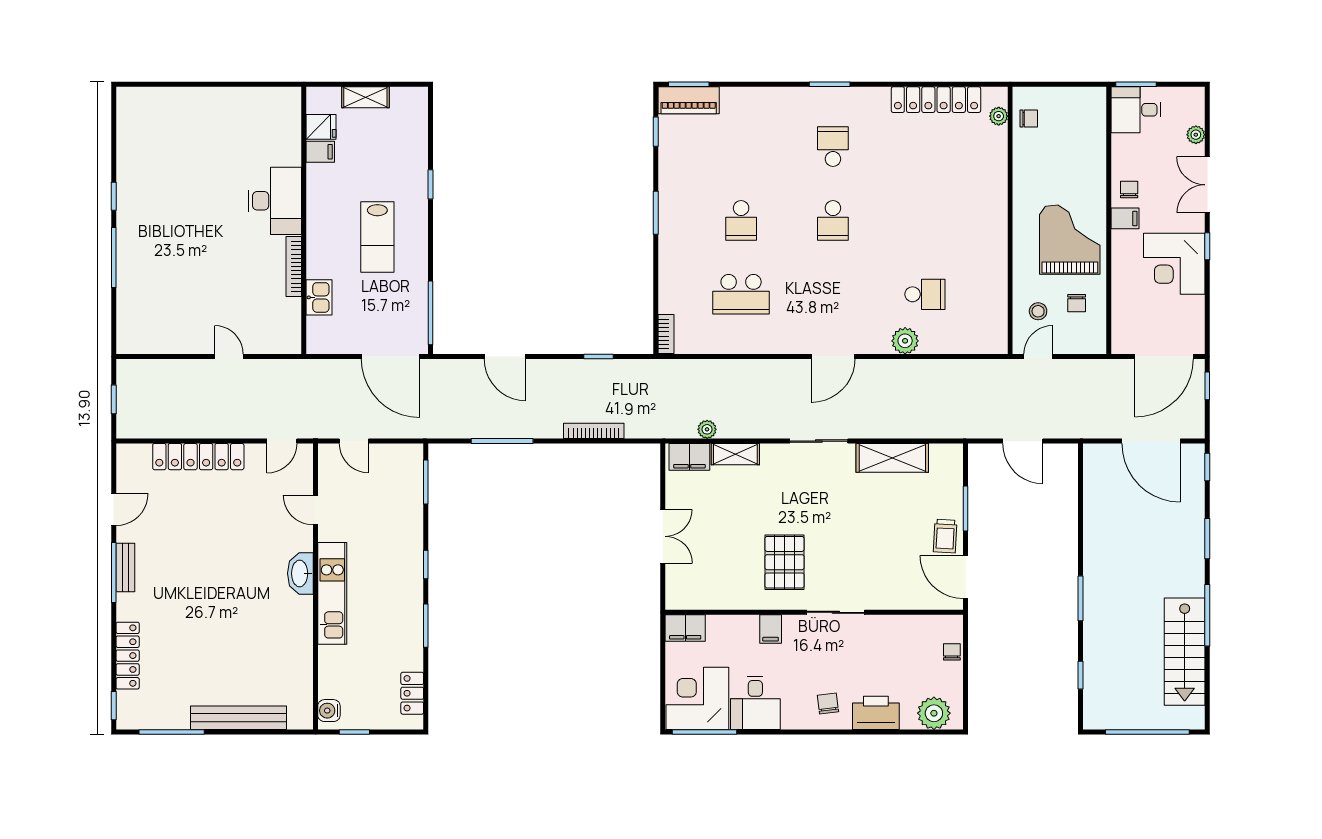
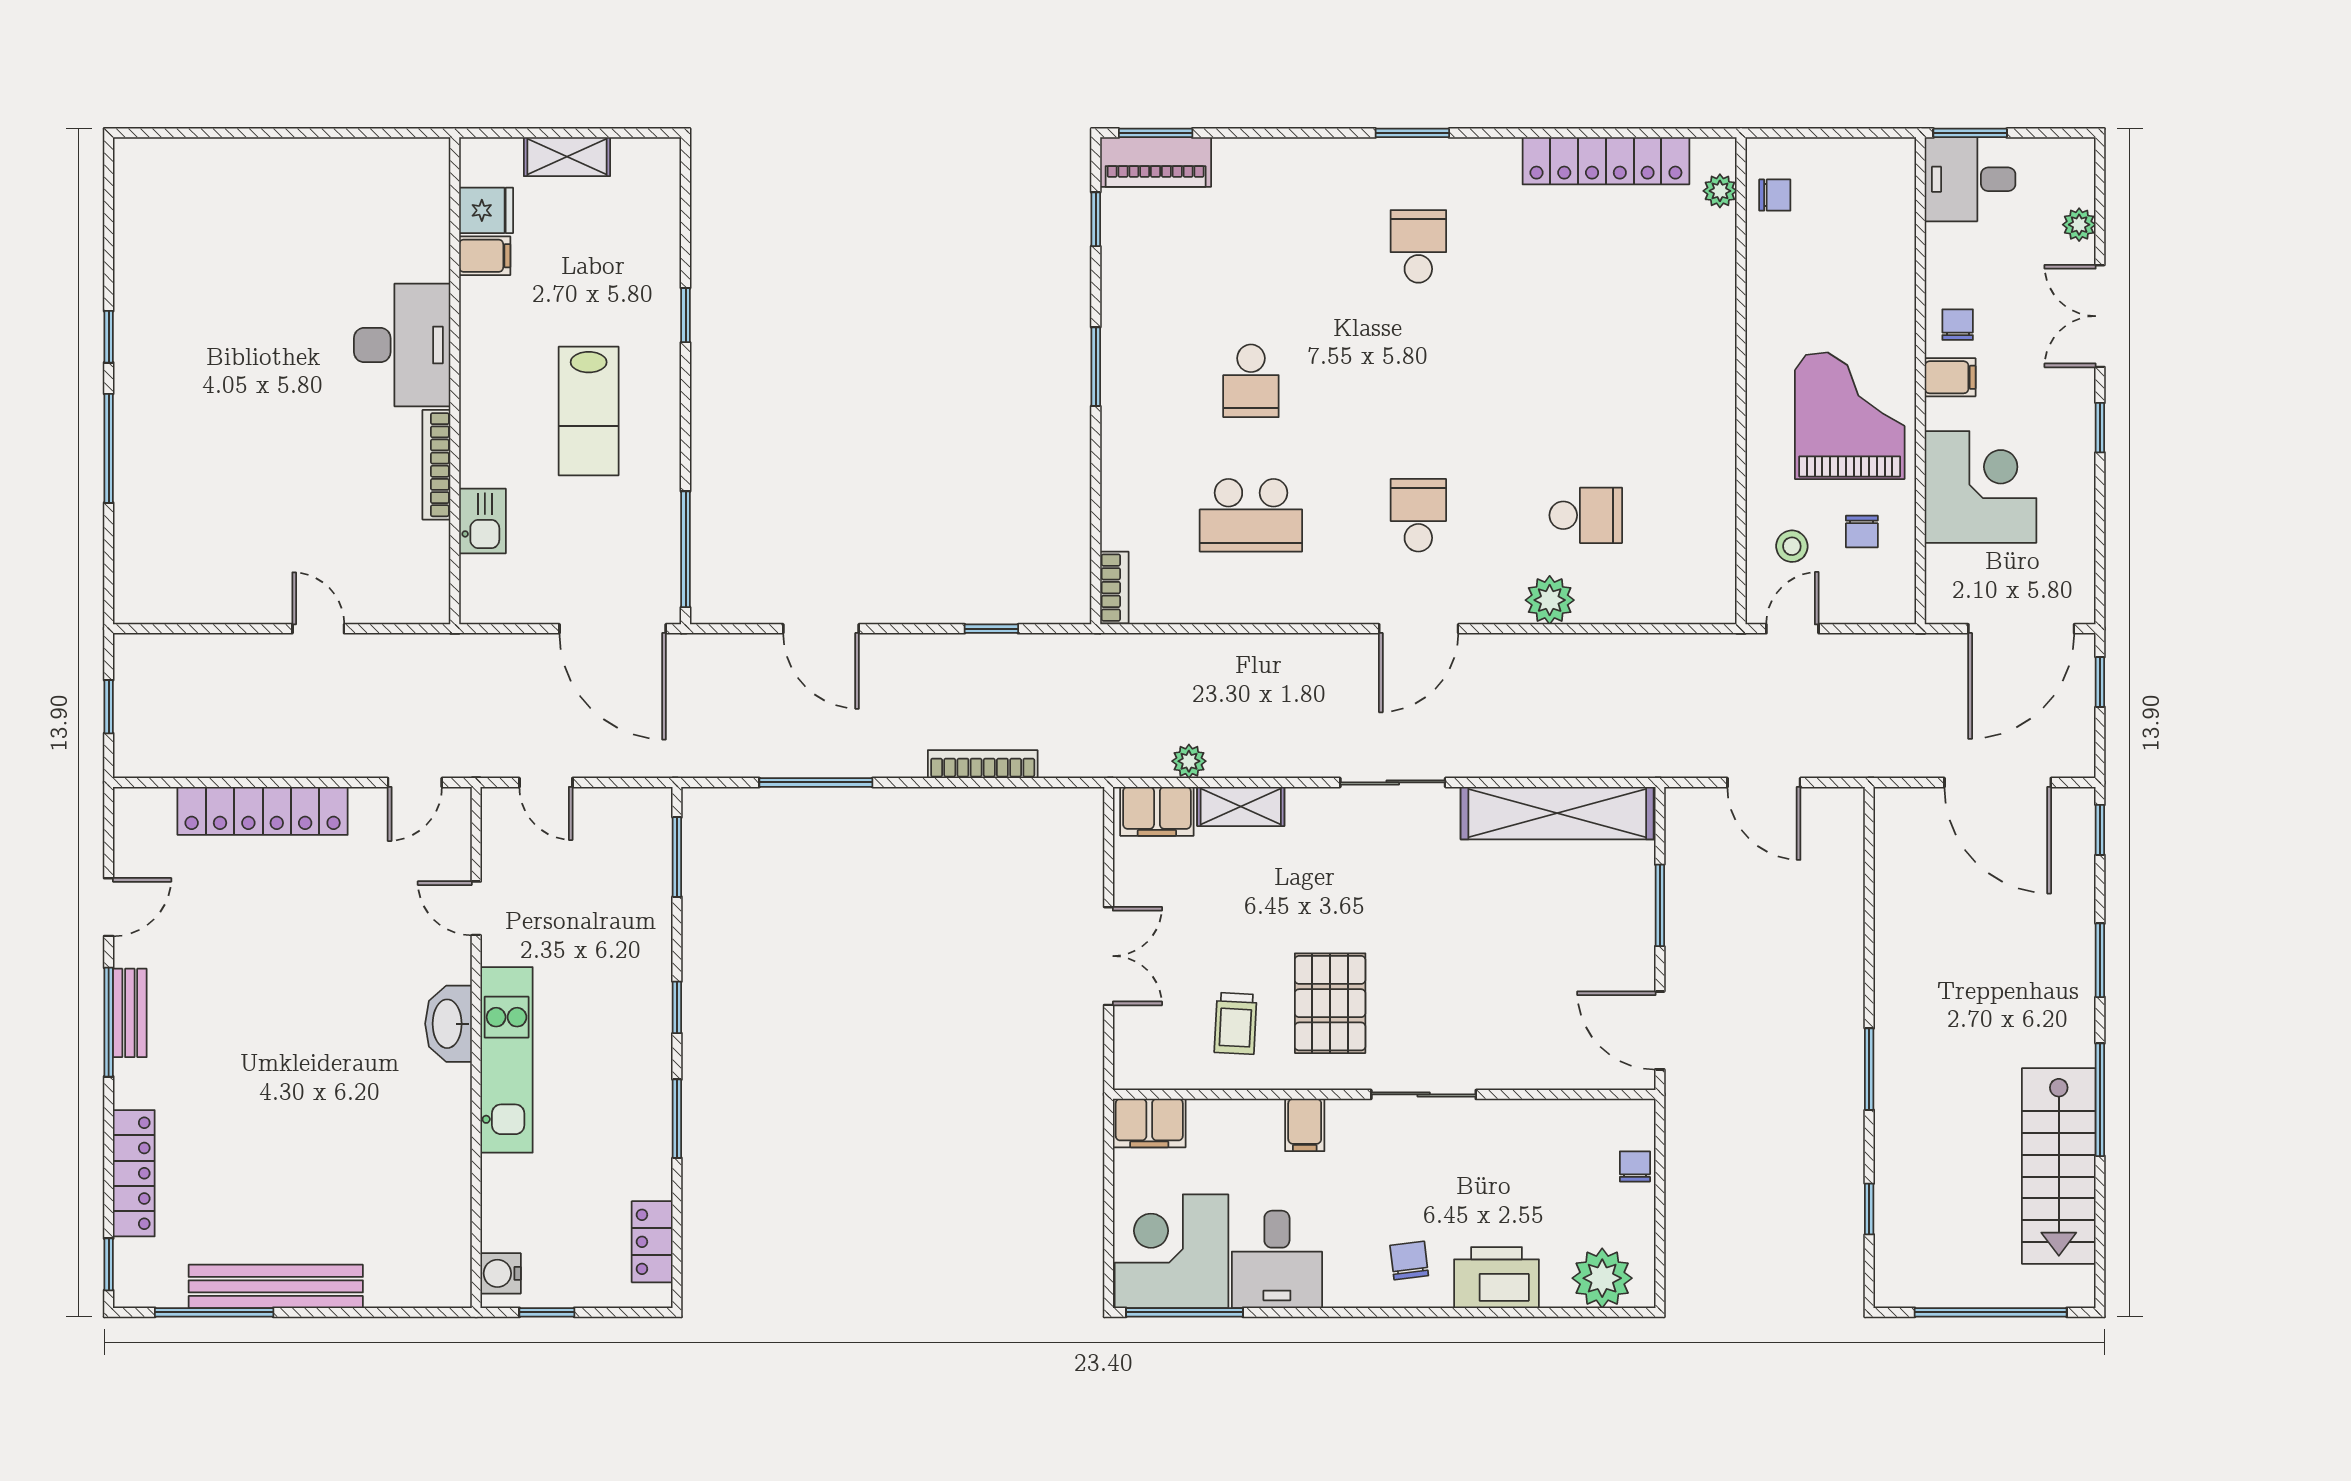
school desk: (833, 220) -> (1418, 515), moved, turned 180
corner desk: (1174, 264) -> (1981, 487), moved, turned 180
shelving: (892, 458) -> (1557, 813), width x1.47
trolley: (945, 536) -> (1236, 1023), moved
bench: (239, 718) -> (276, 1286), moved

